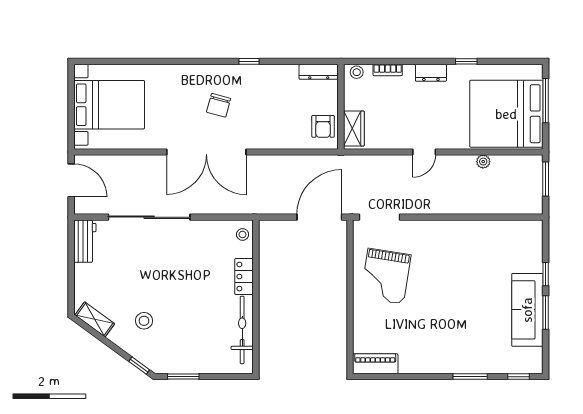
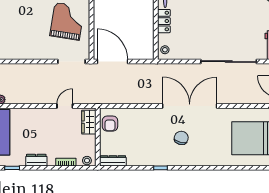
armchair: (323, 126) -> (110, 124), turned 180
door: (424, 152) -> (65, 106), moved
door: (319, 217) -> (112, 62), swing flipped

